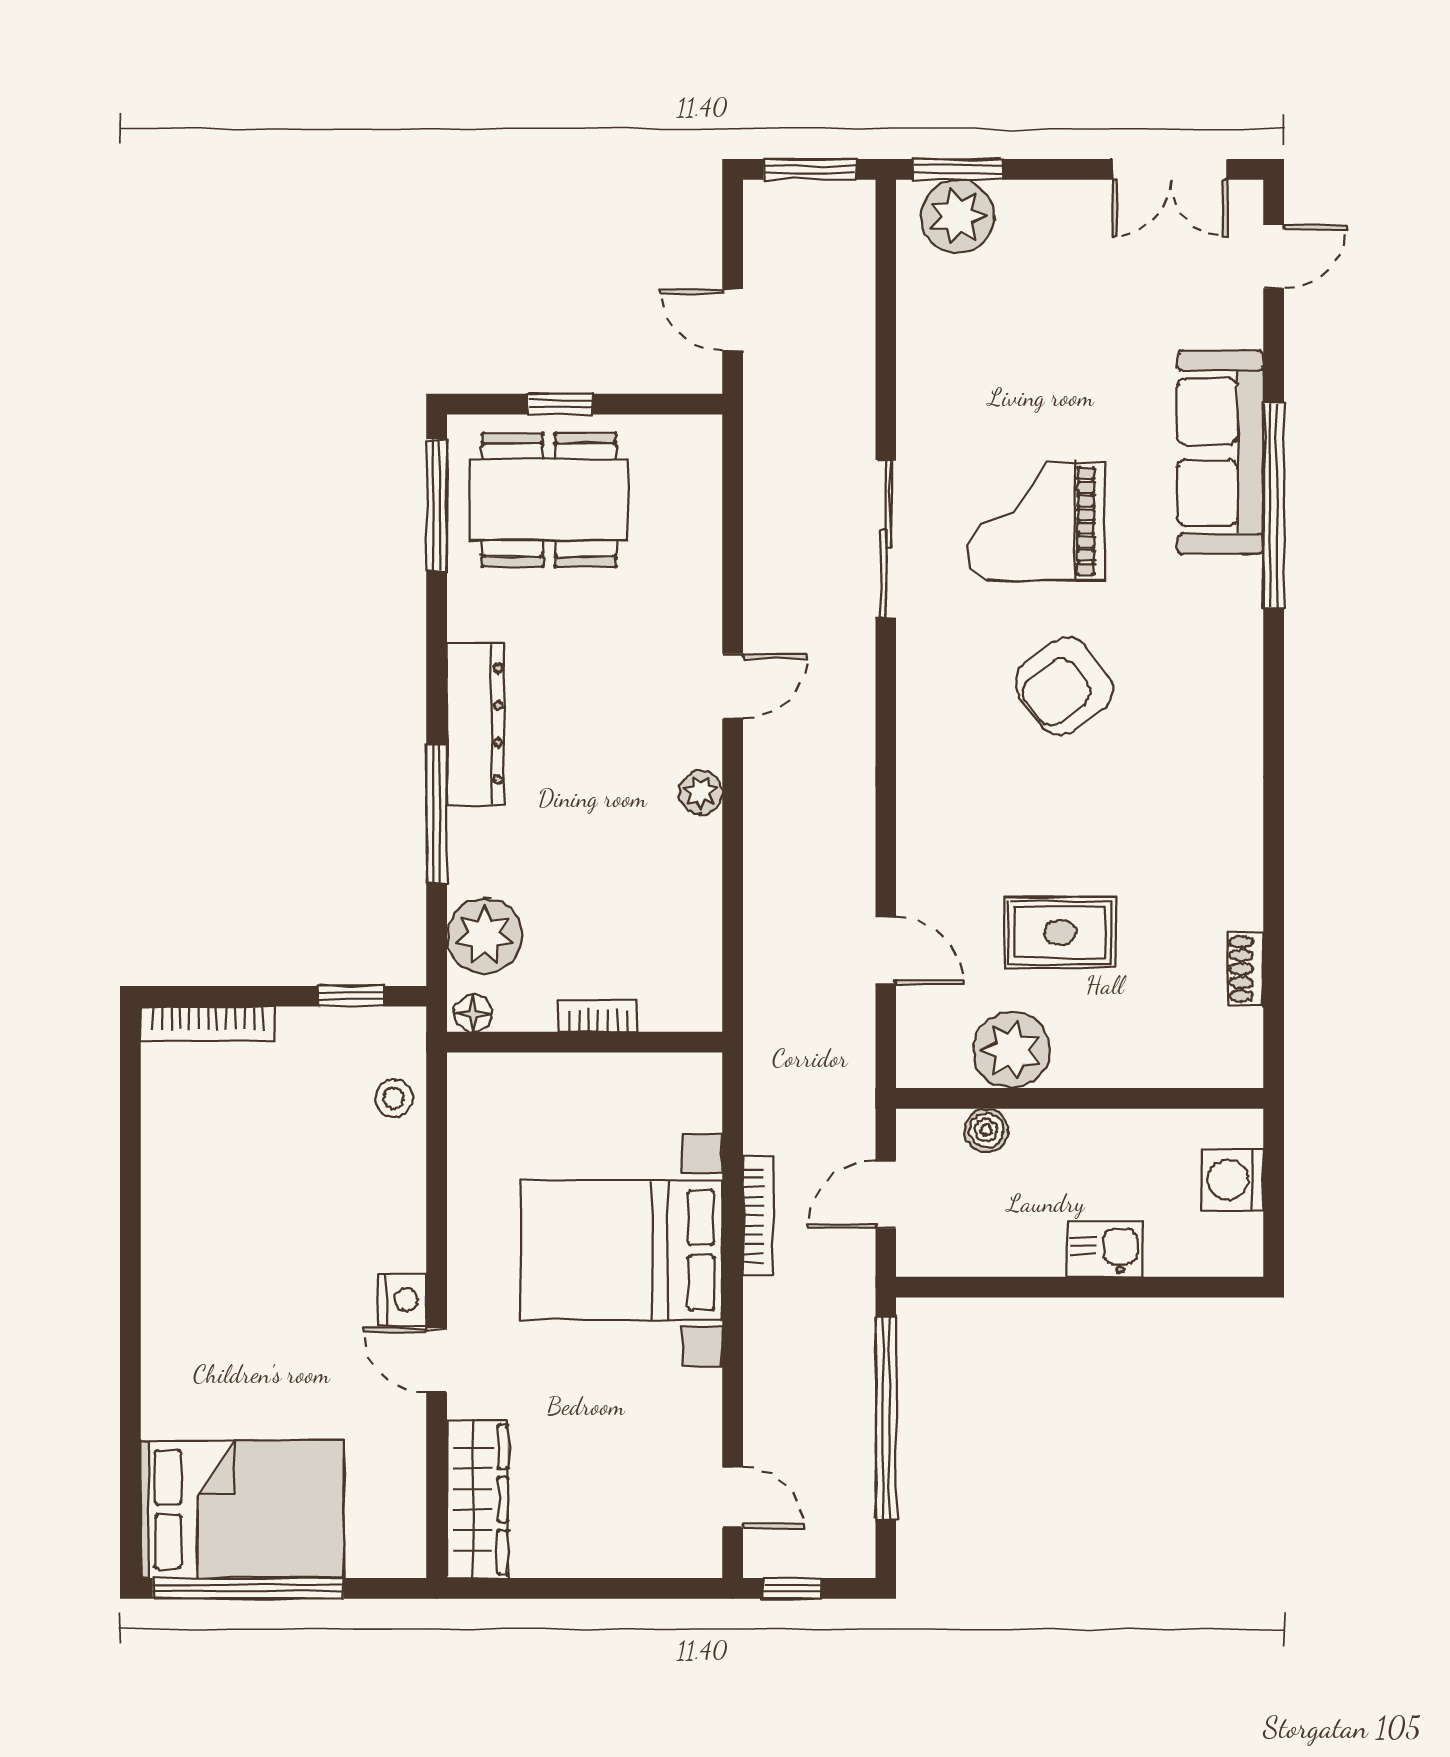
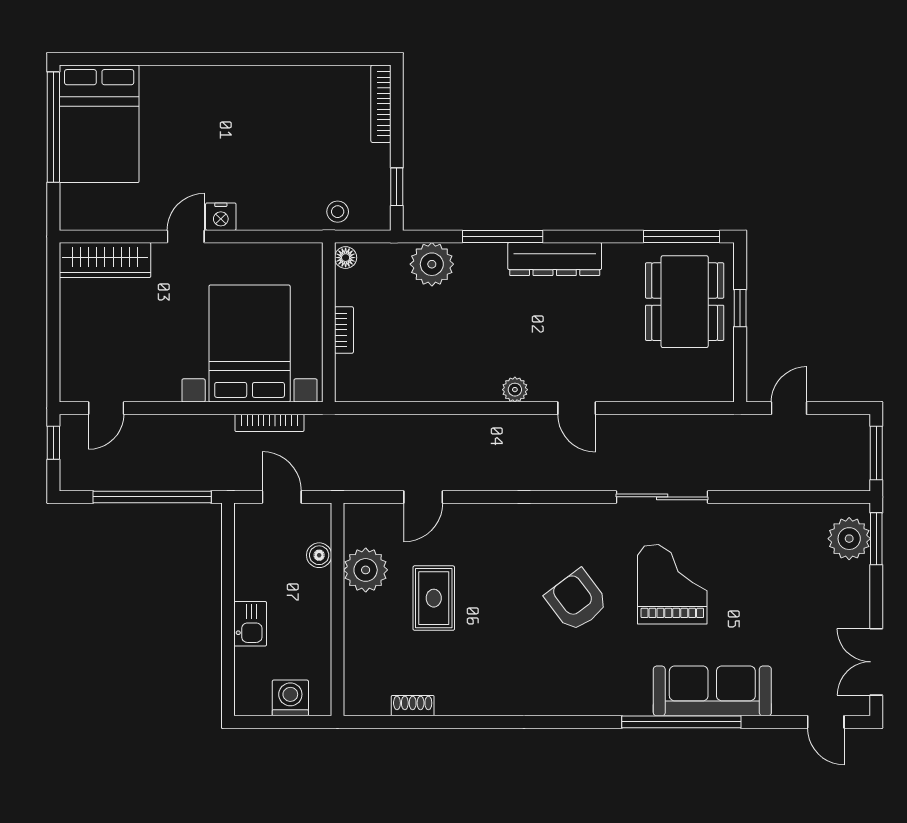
floor lamp: (473, 1013) -> (346, 258), moved
bookcase: (598, 1016) -> (344, 330), moved
wall: (585, 1042) -> (329, 322), moved

